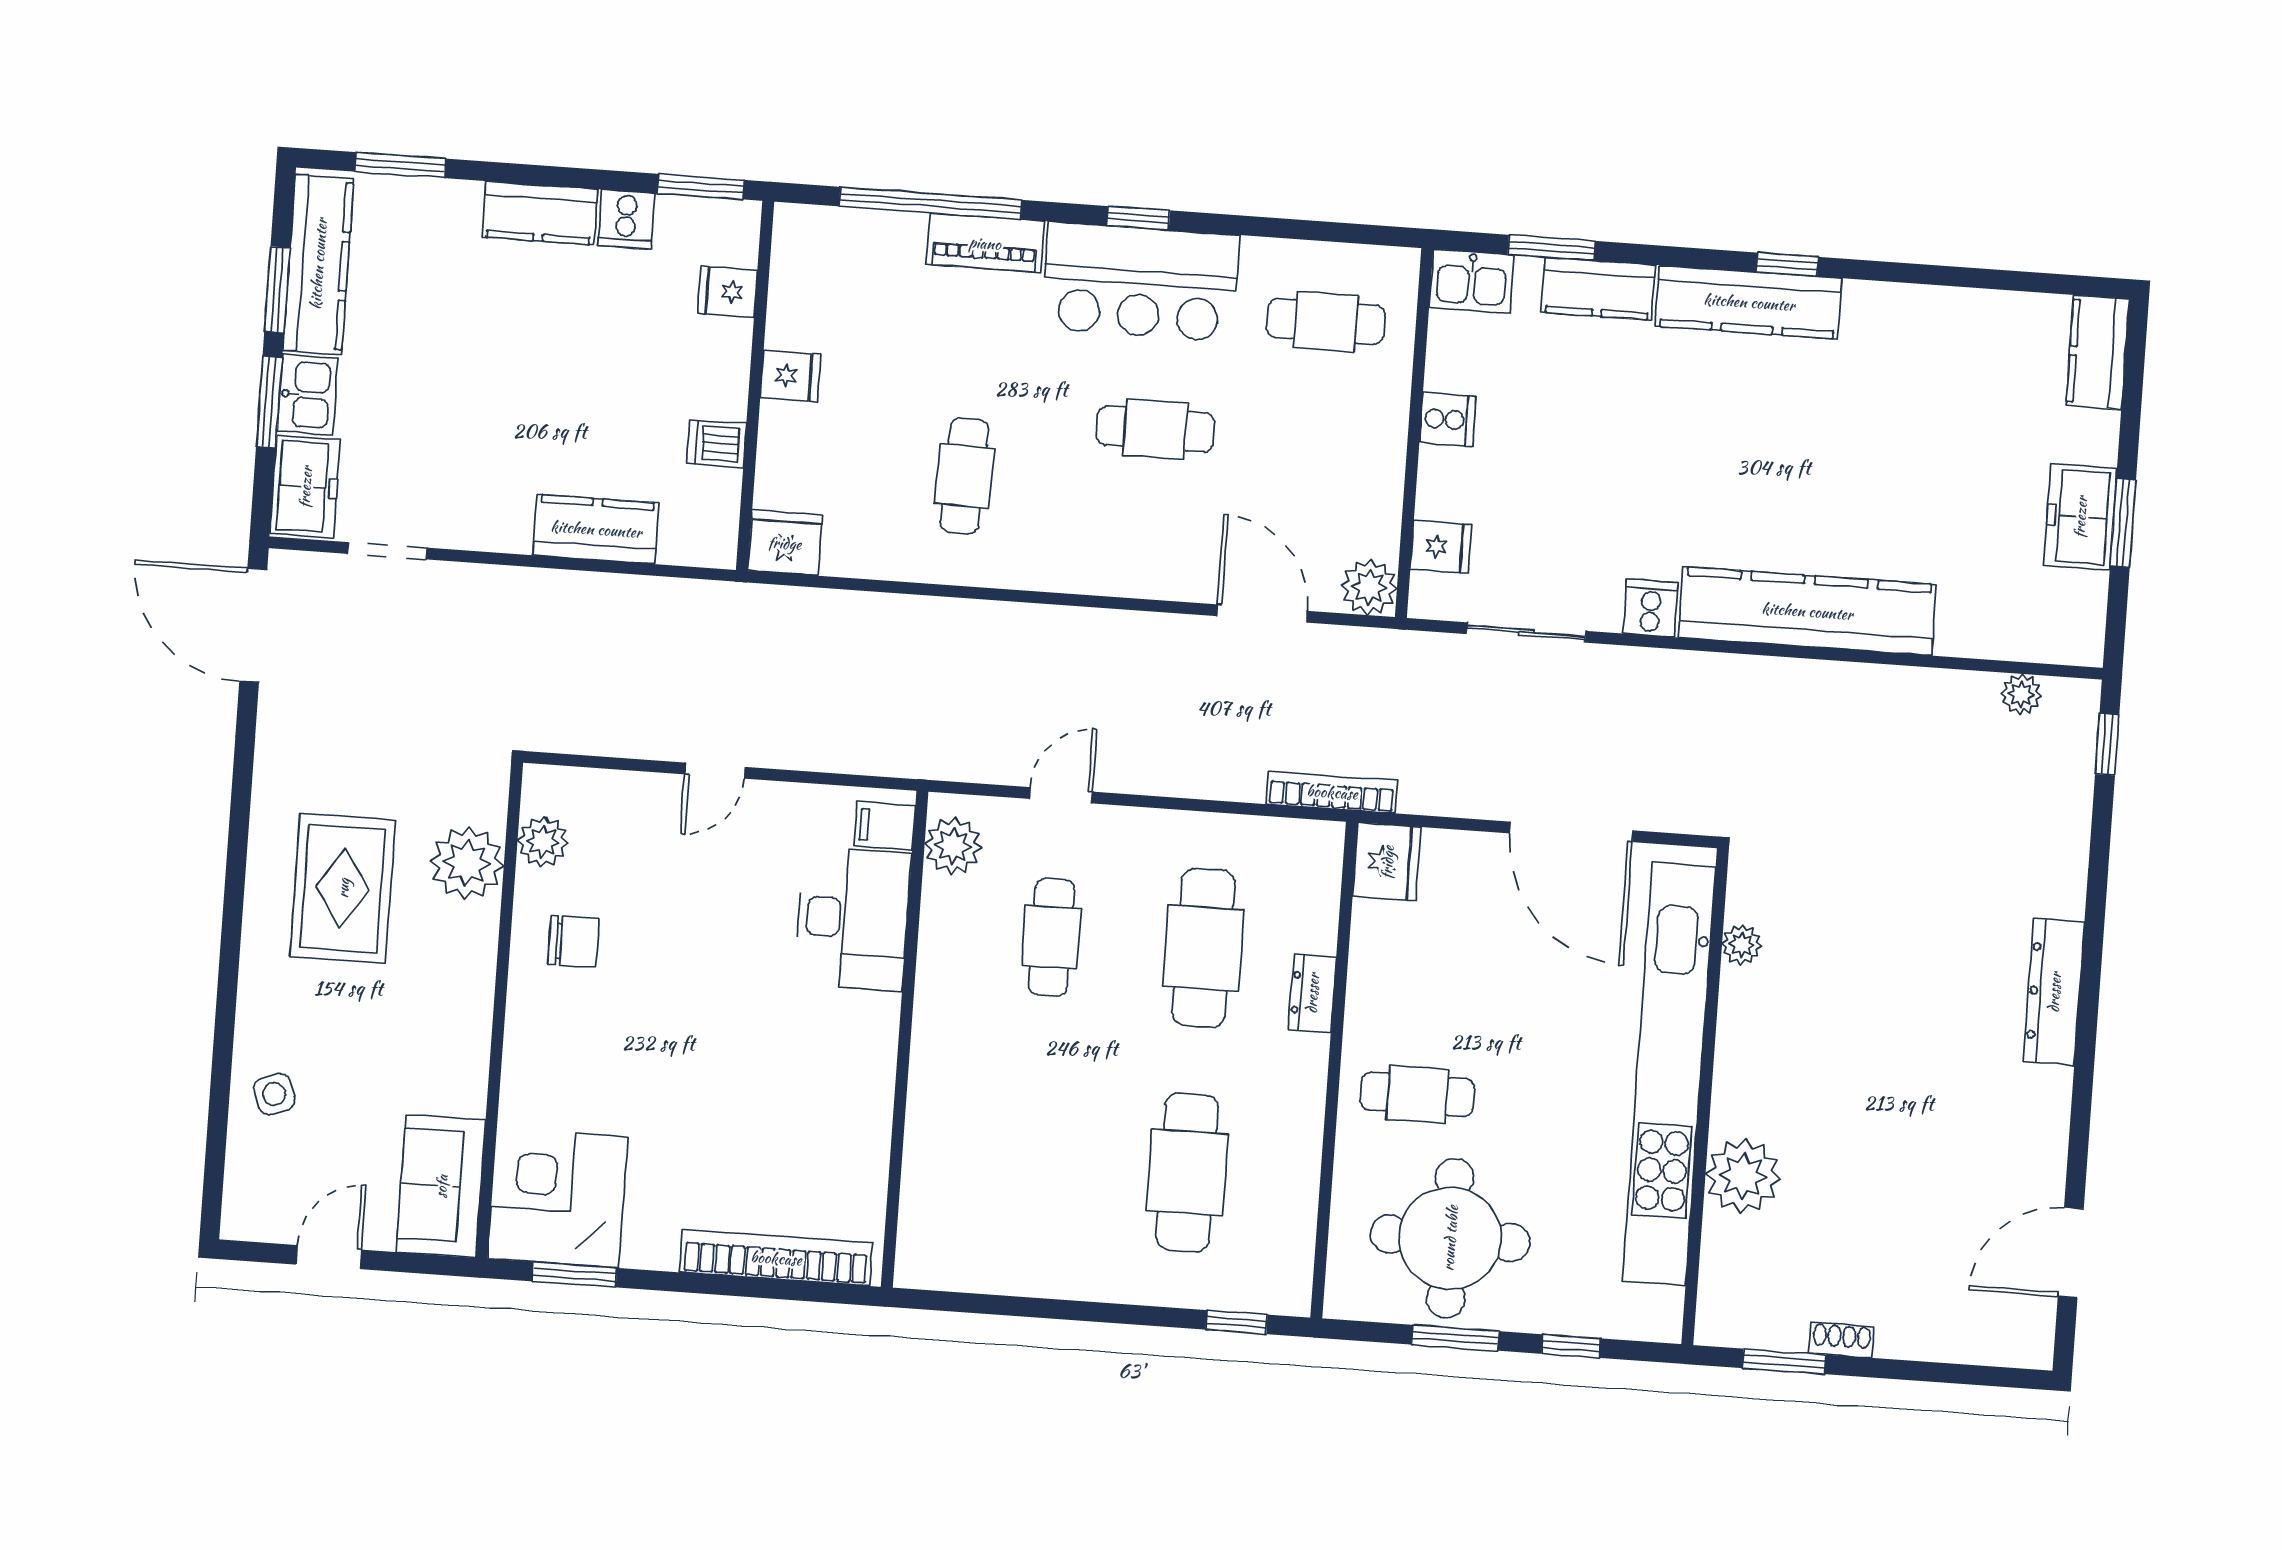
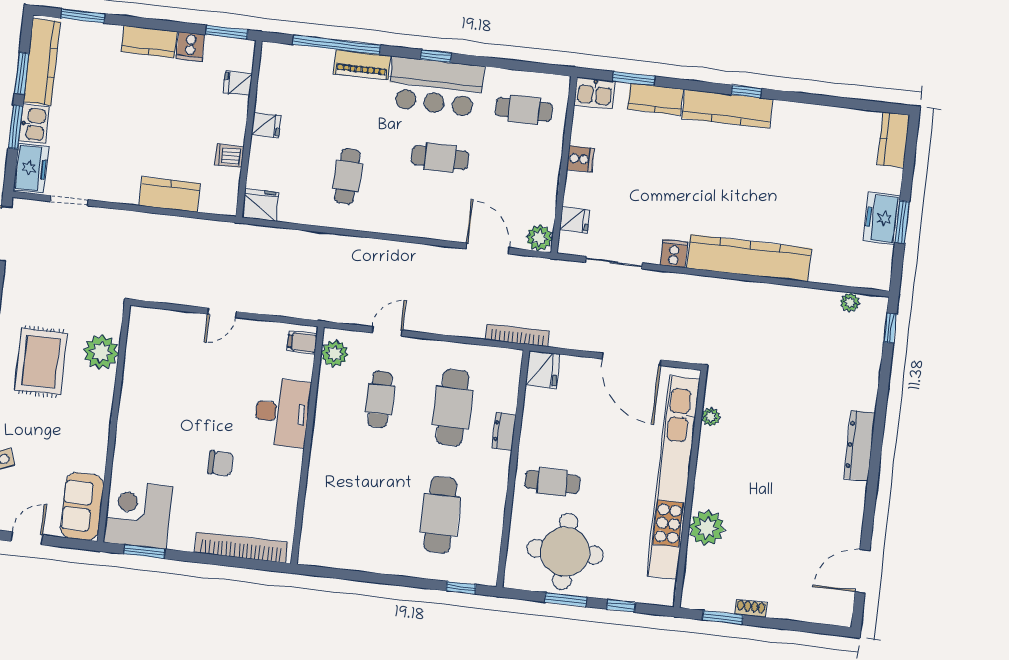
plant: (543, 842) -> (138, 343), removed
desk: (853, 919) -> (282, 413), moved
chair: (574, 942) -> (220, 463), moved

